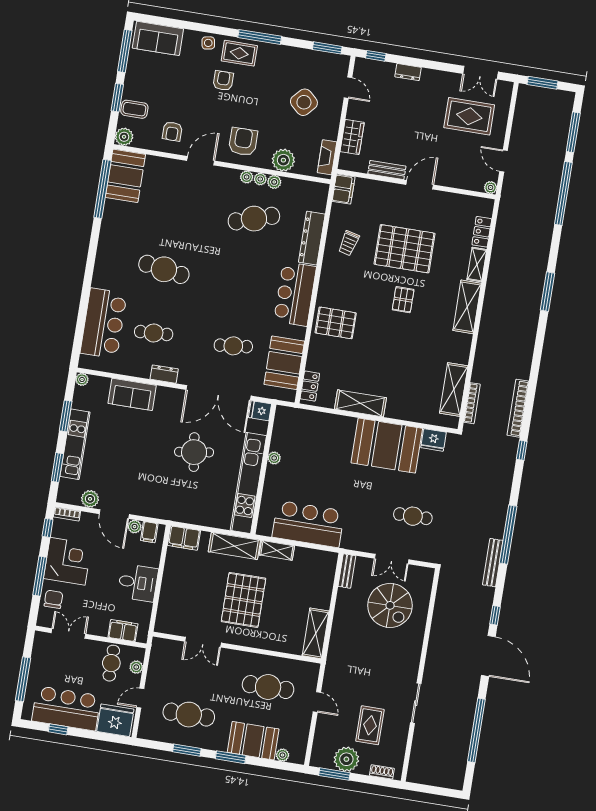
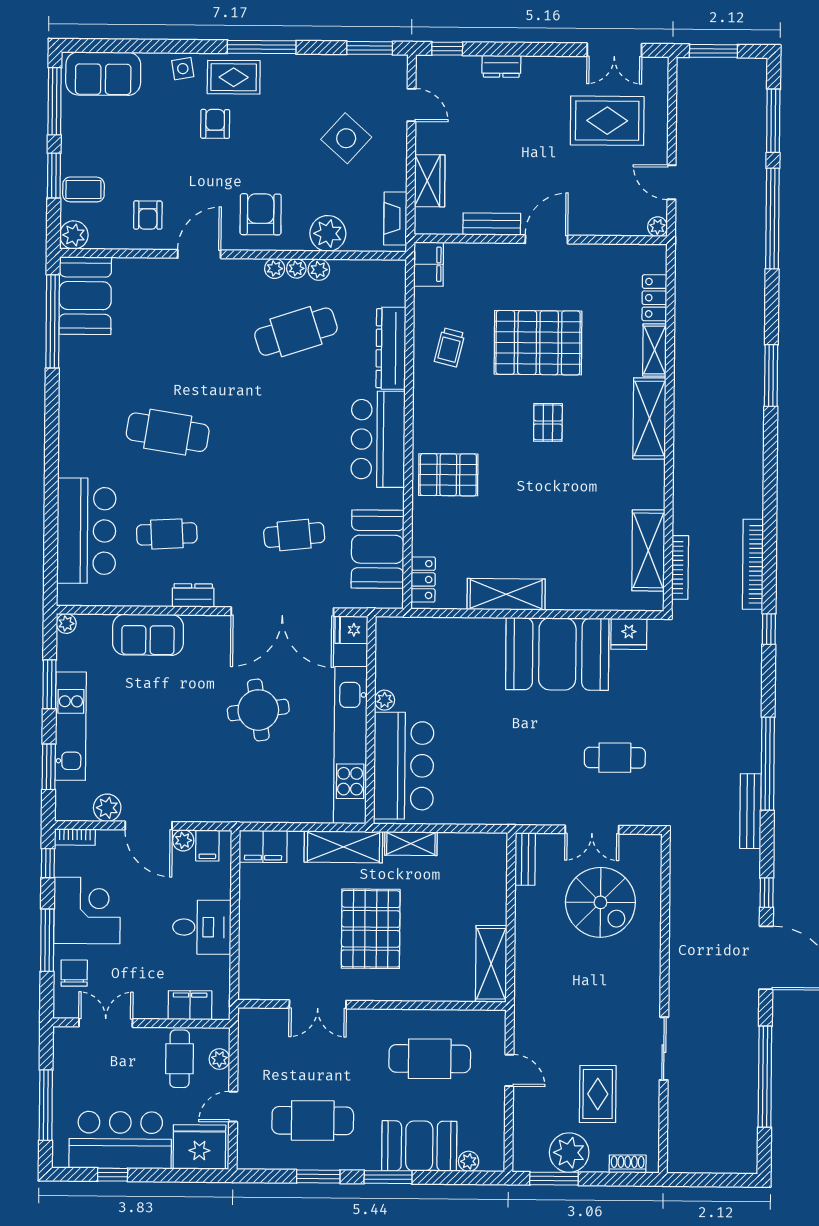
bar counter: (308, 524) -> (404, 766), moved, turned 90

